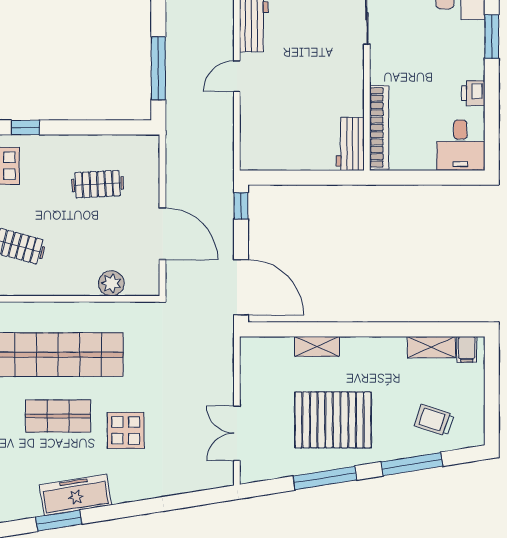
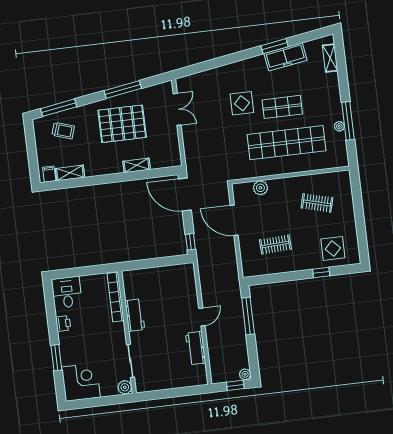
workbench: (350, 144) -> (135, 315), moved
window: (412, 464) -> (59, 108), moved
freezer: (75, 495) -> (285, 57), moved

